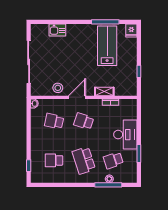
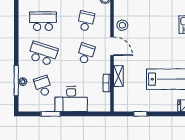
school desk: (54, 160) -> (43, 21), width x1.85
school desk: (84, 160) -> (43, 54), turned 36

